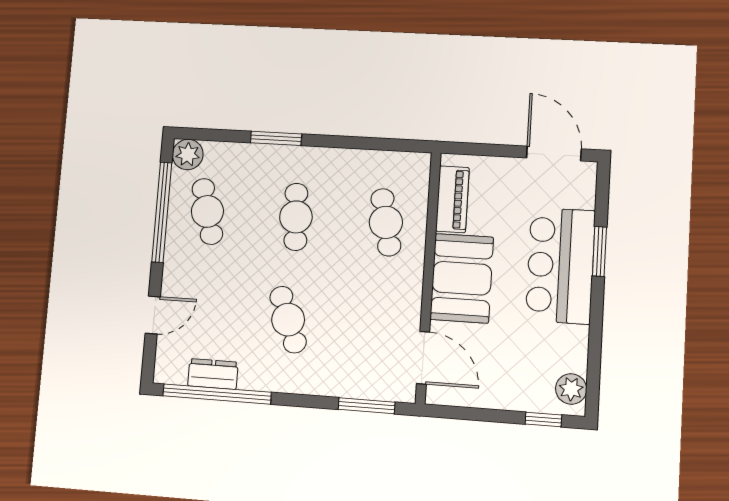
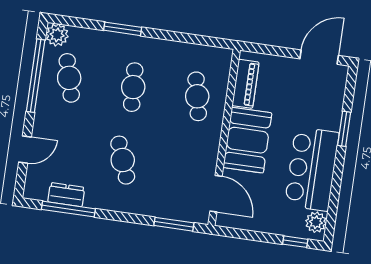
door: (554, 153) -> (319, 57), hinge flipped
bar counter: (560, 266) -> (312, 169), moved
window: (217, 394) -> (68, 209), width x0.68

